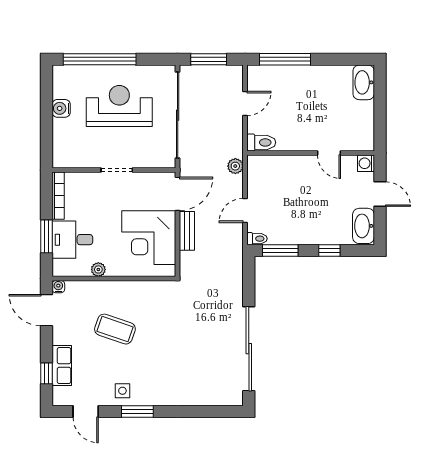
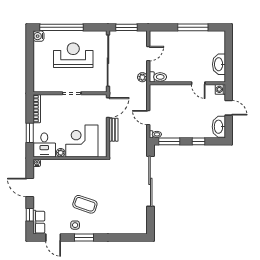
window: (285, 59) -> (193, 27), moved
washbasin: (364, 82) -> (219, 64), moved
water cooler: (61, 108) -> (38, 36), moved
plant: (235, 166) -> (142, 77), moved
door: (245, 211) -> (148, 118), hinge flipped
corner desk: (149, 238) -> (82, 141), moved, turned 90
desk: (72, 240) -> (44, 145), moved, turned -90
door: (46, 310) -> (30, 187), moved
coffee table: (115, 329) -> (85, 204), moved
sliding door: (249, 349) -> (150, 181), moved
row of seats: (62, 365) -> (39, 222), moved

